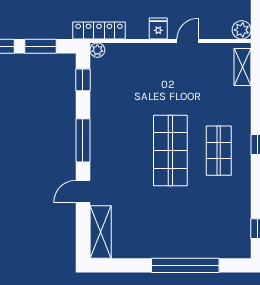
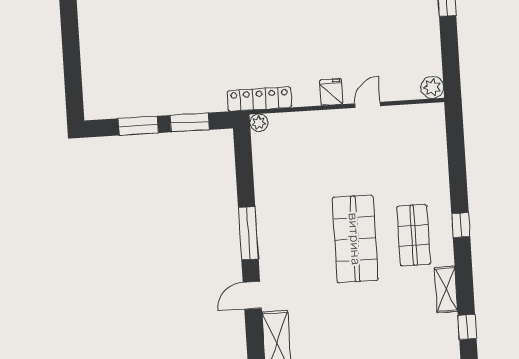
shelving: (242, 67) -> (446, 289), moved
window: (83, 80) -> (244, 160), removed

